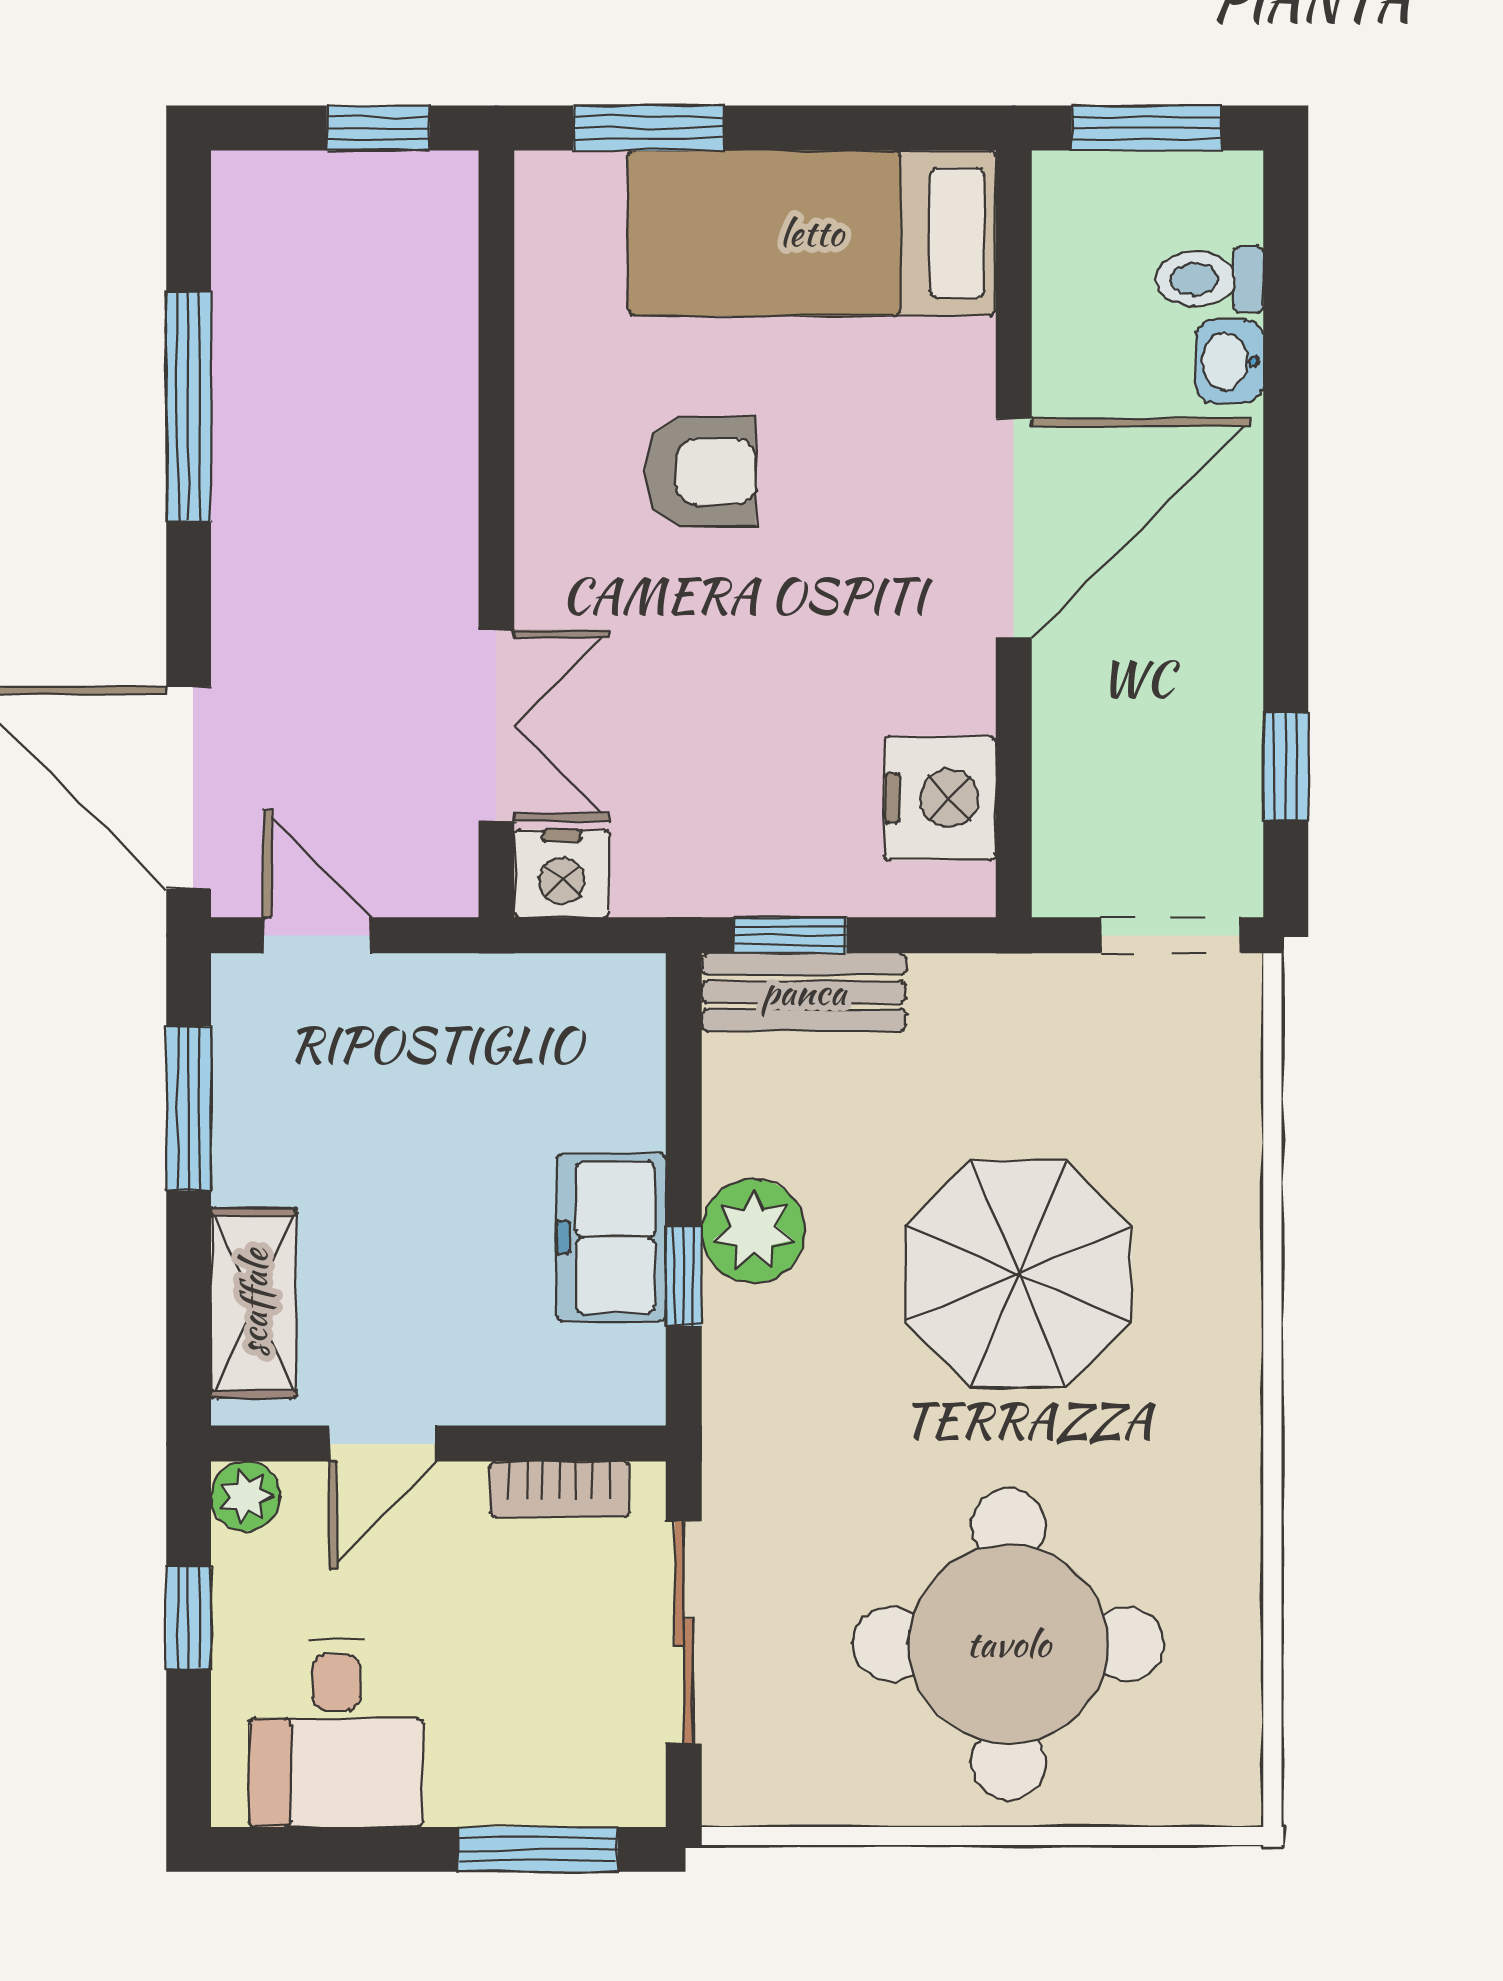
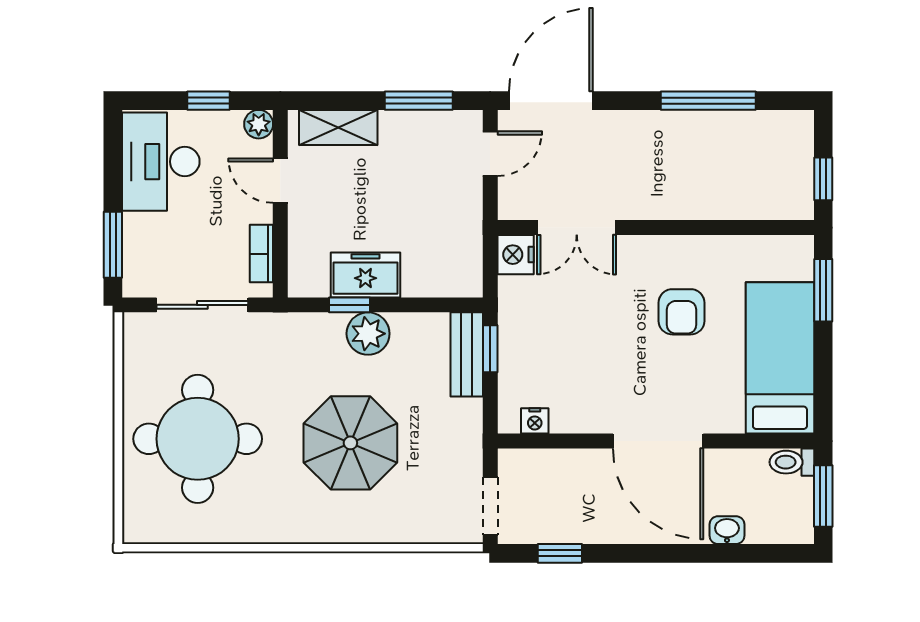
toilet: (1210, 279) -> (792, 462), moved, turned -90
nightstand: (940, 798) -> (535, 421), width x0.53, depth x0.56
desk: (336, 1733) -> (161, 162), width x1.37

